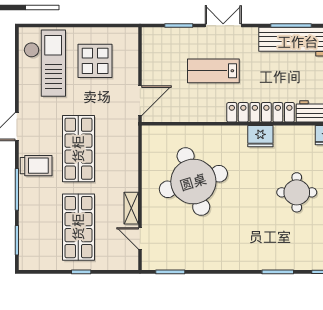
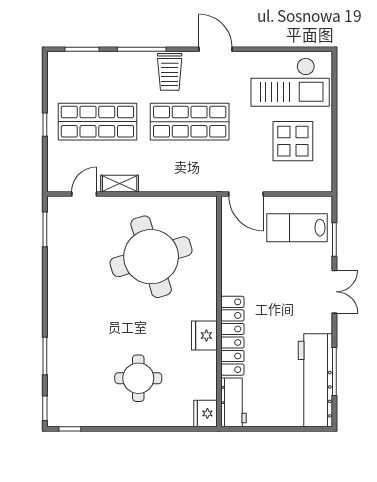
lab bench: (213, 71) -> (297, 228), moved, turned -90

